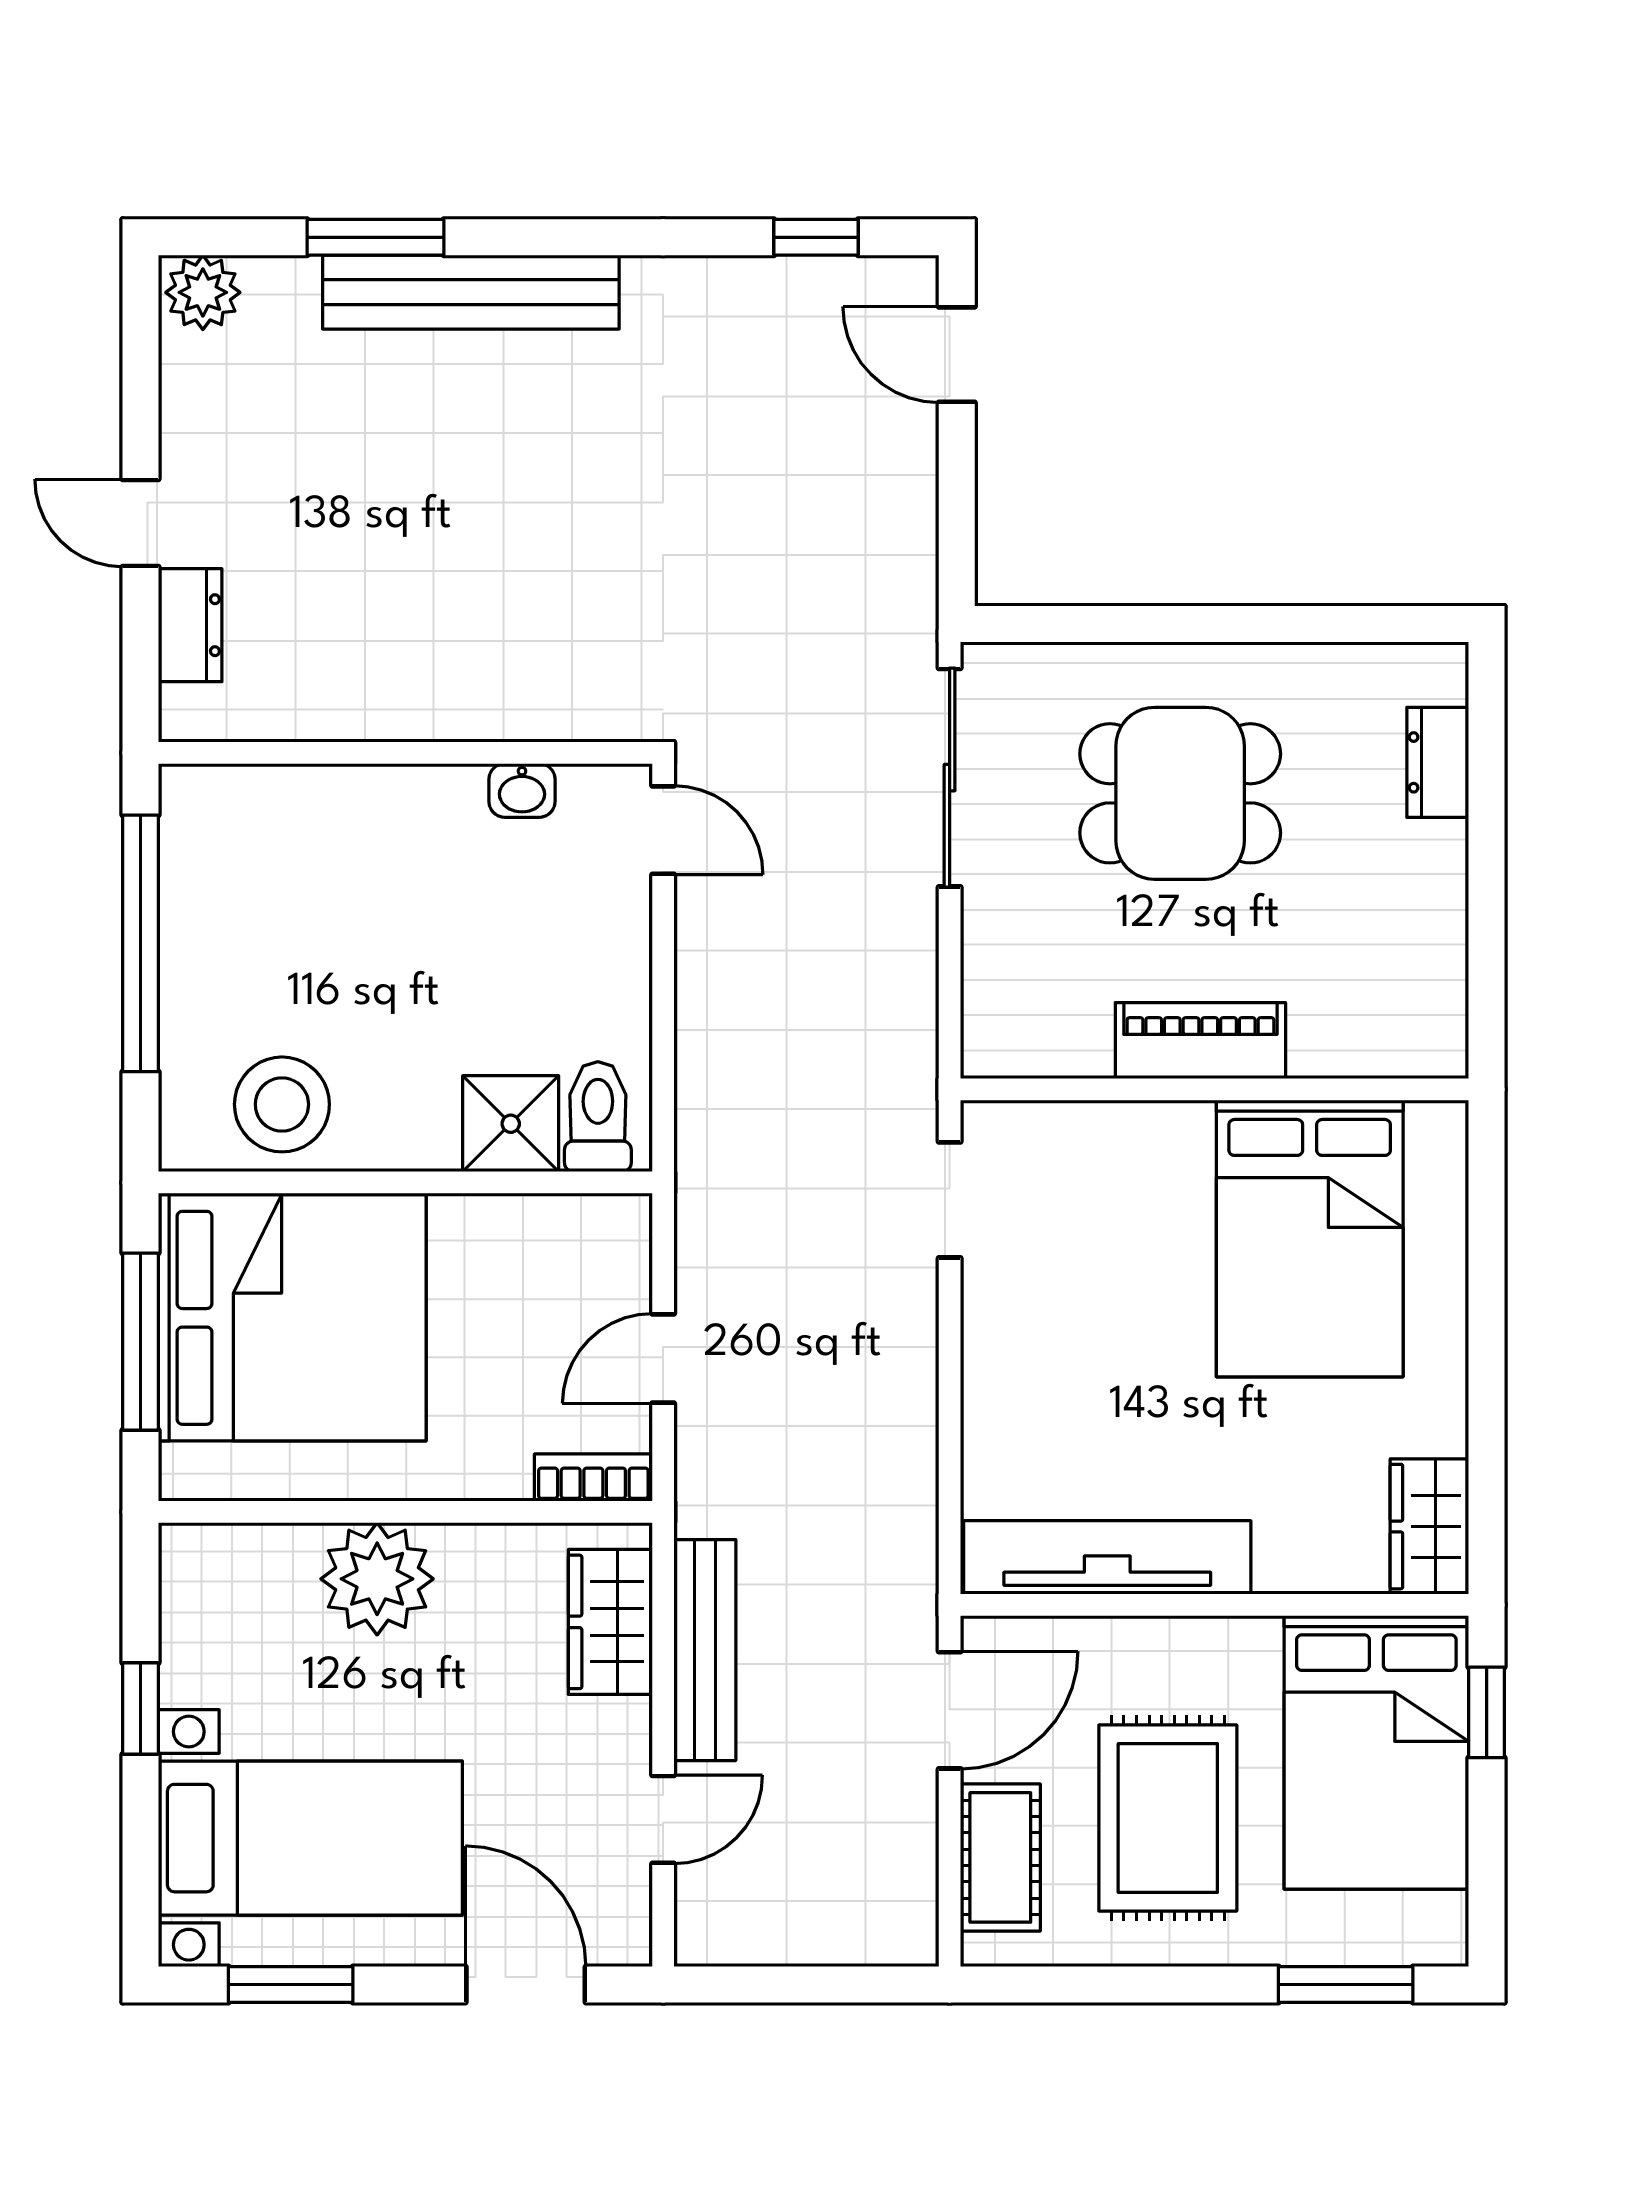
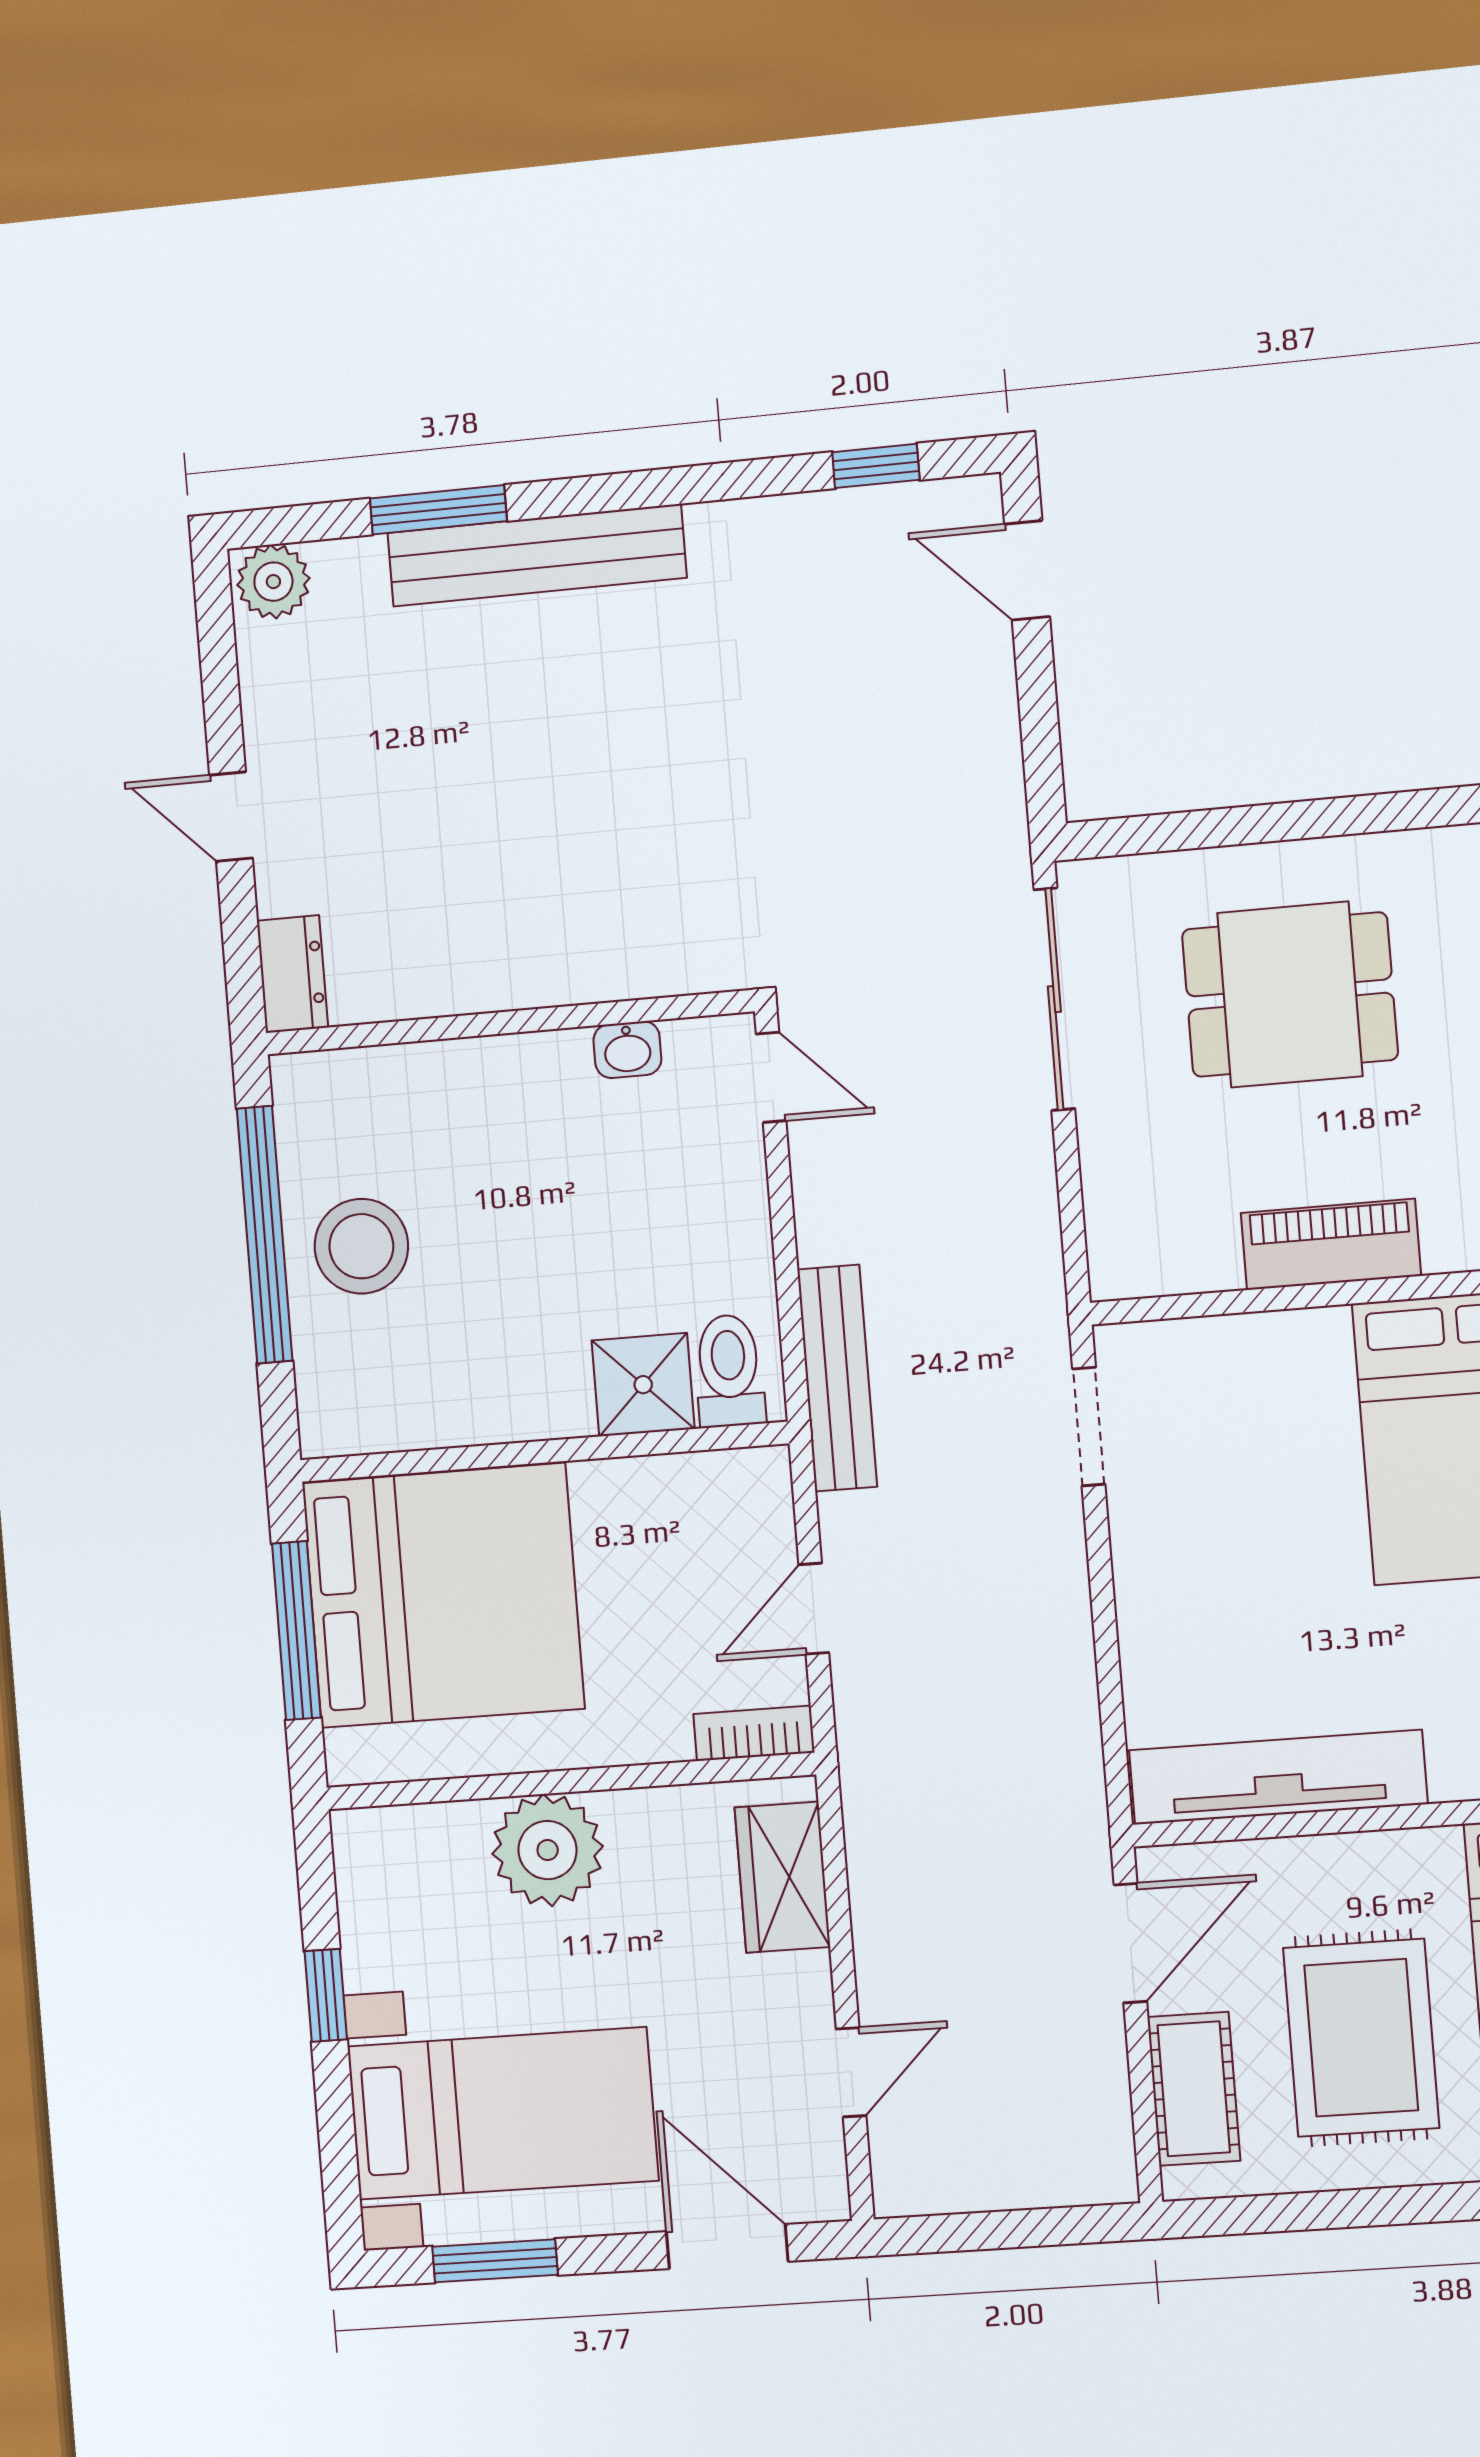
dresser: (190, 625) -> (292, 974), moved
stool: (282, 1104) -> (361, 1246), moved
bench: (705, 1650) -> (837, 1378), moved

